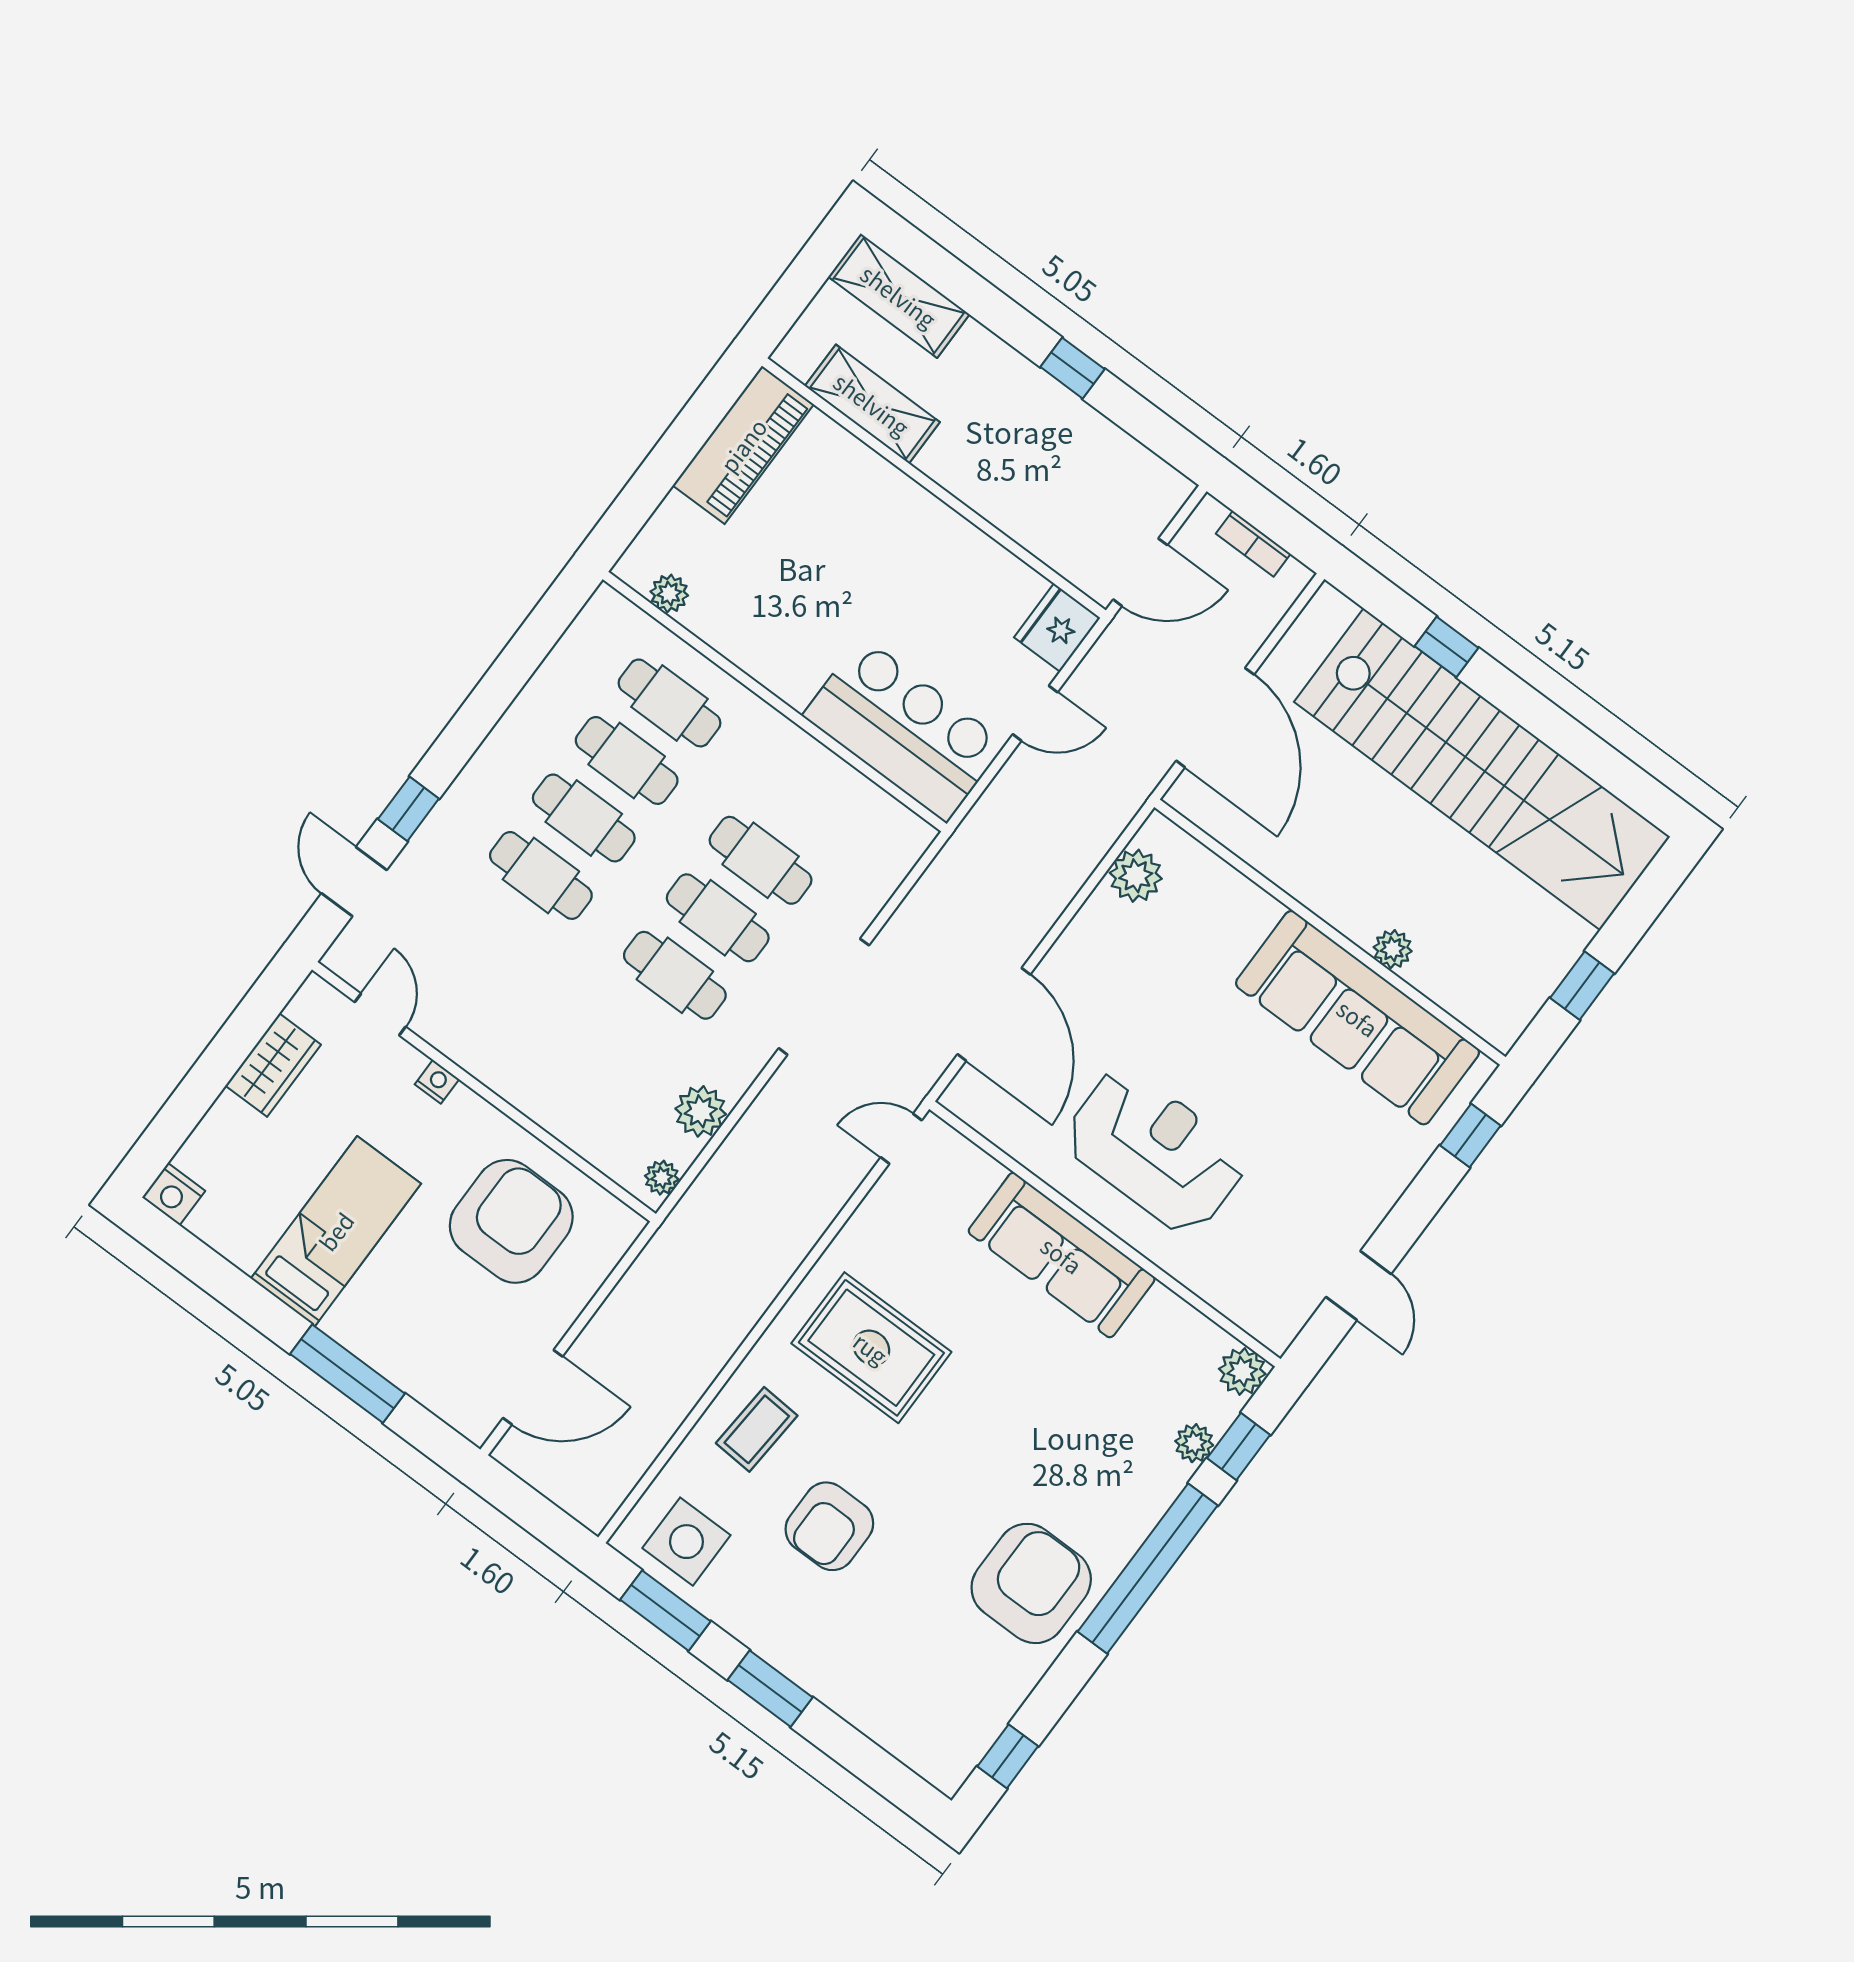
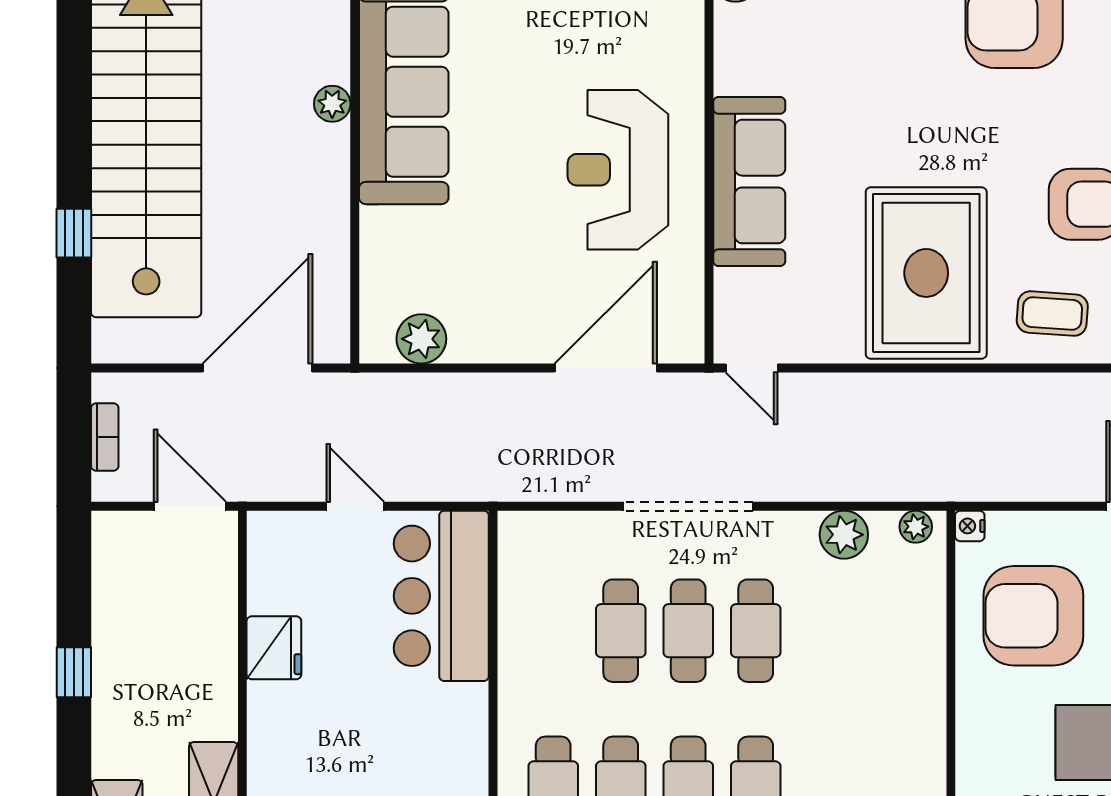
fridge: (1057, 628) -> (274, 648), moved, turned -90
nightstand: (437, 1082) -> (970, 526), moved
rug: (871, 1348) -> (926, 273), width x1.37, depth x1.44

